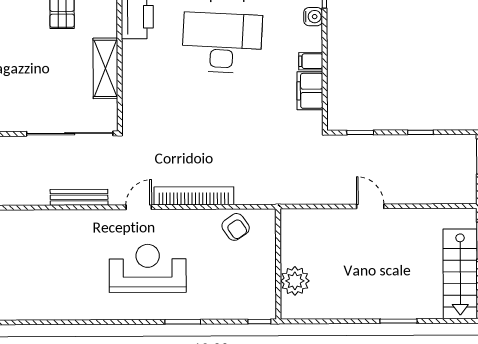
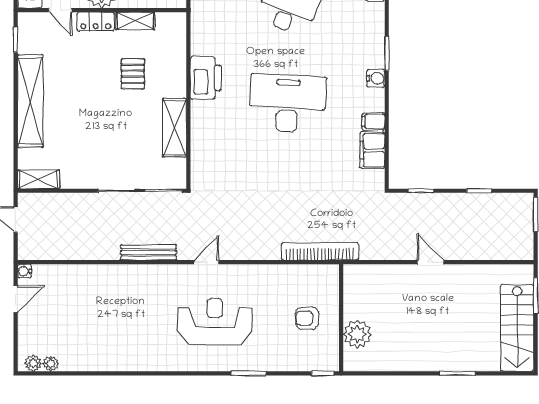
bookcase: (194, 196) -> (320, 251), moved
armchair: (236, 227) -> (307, 318), moved, turned 125

